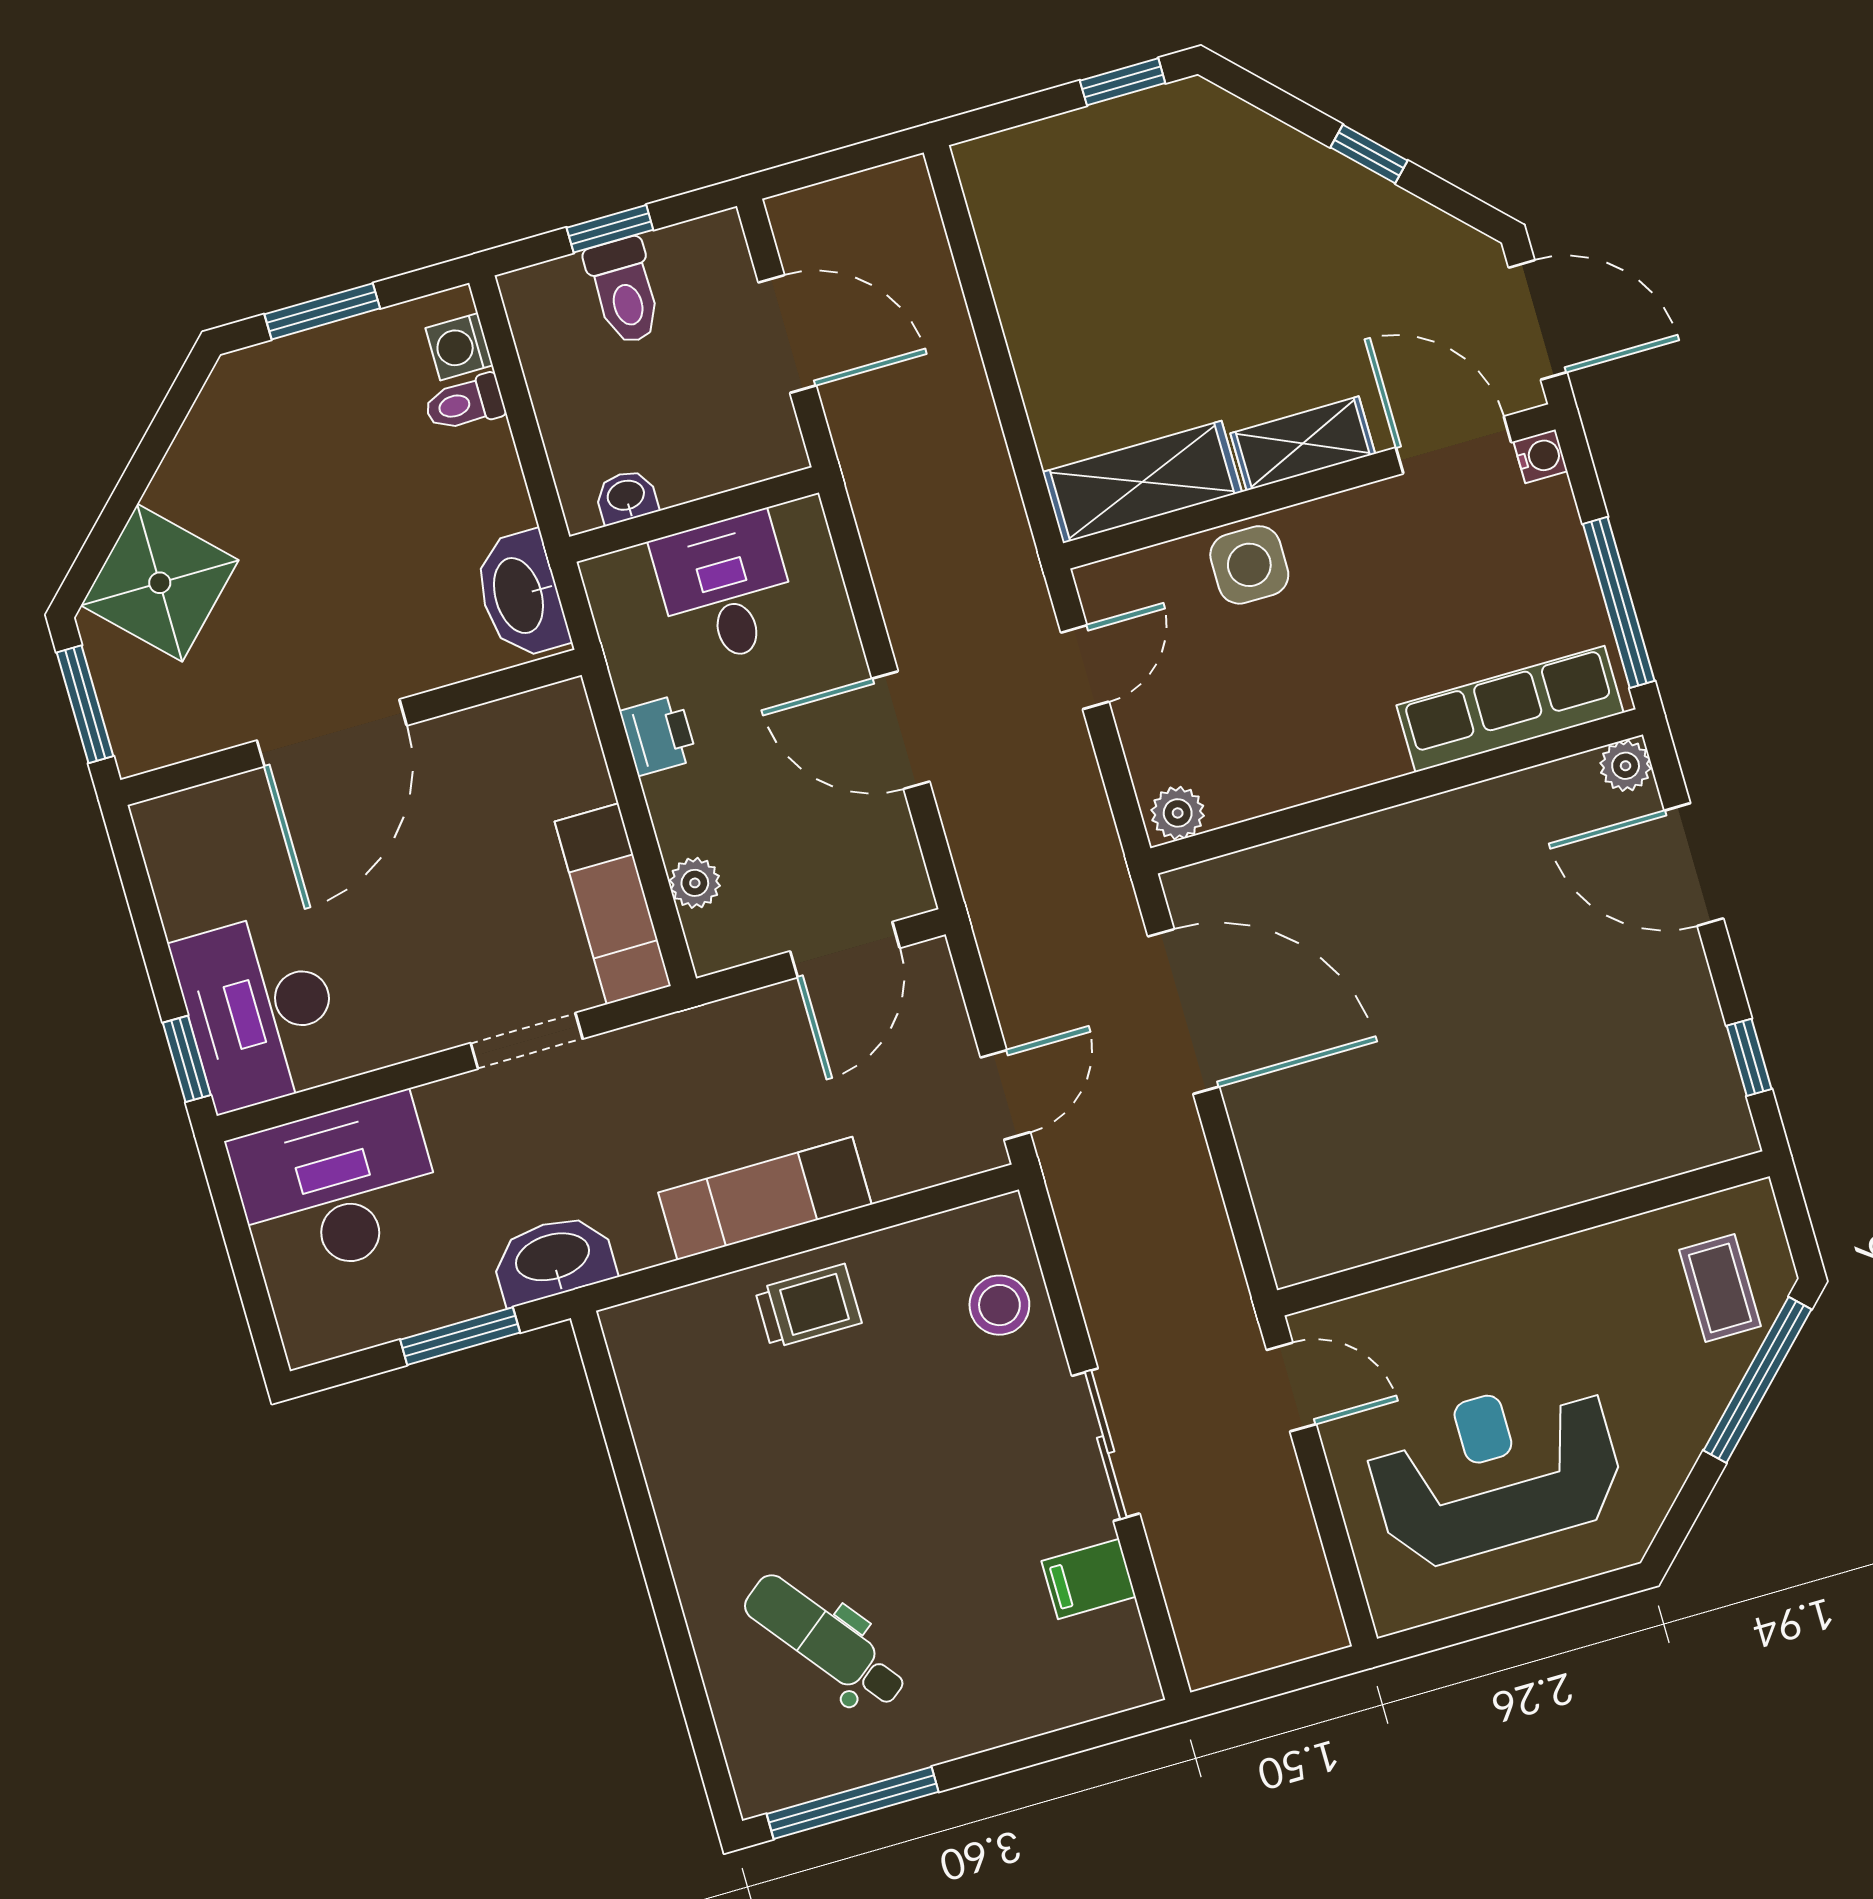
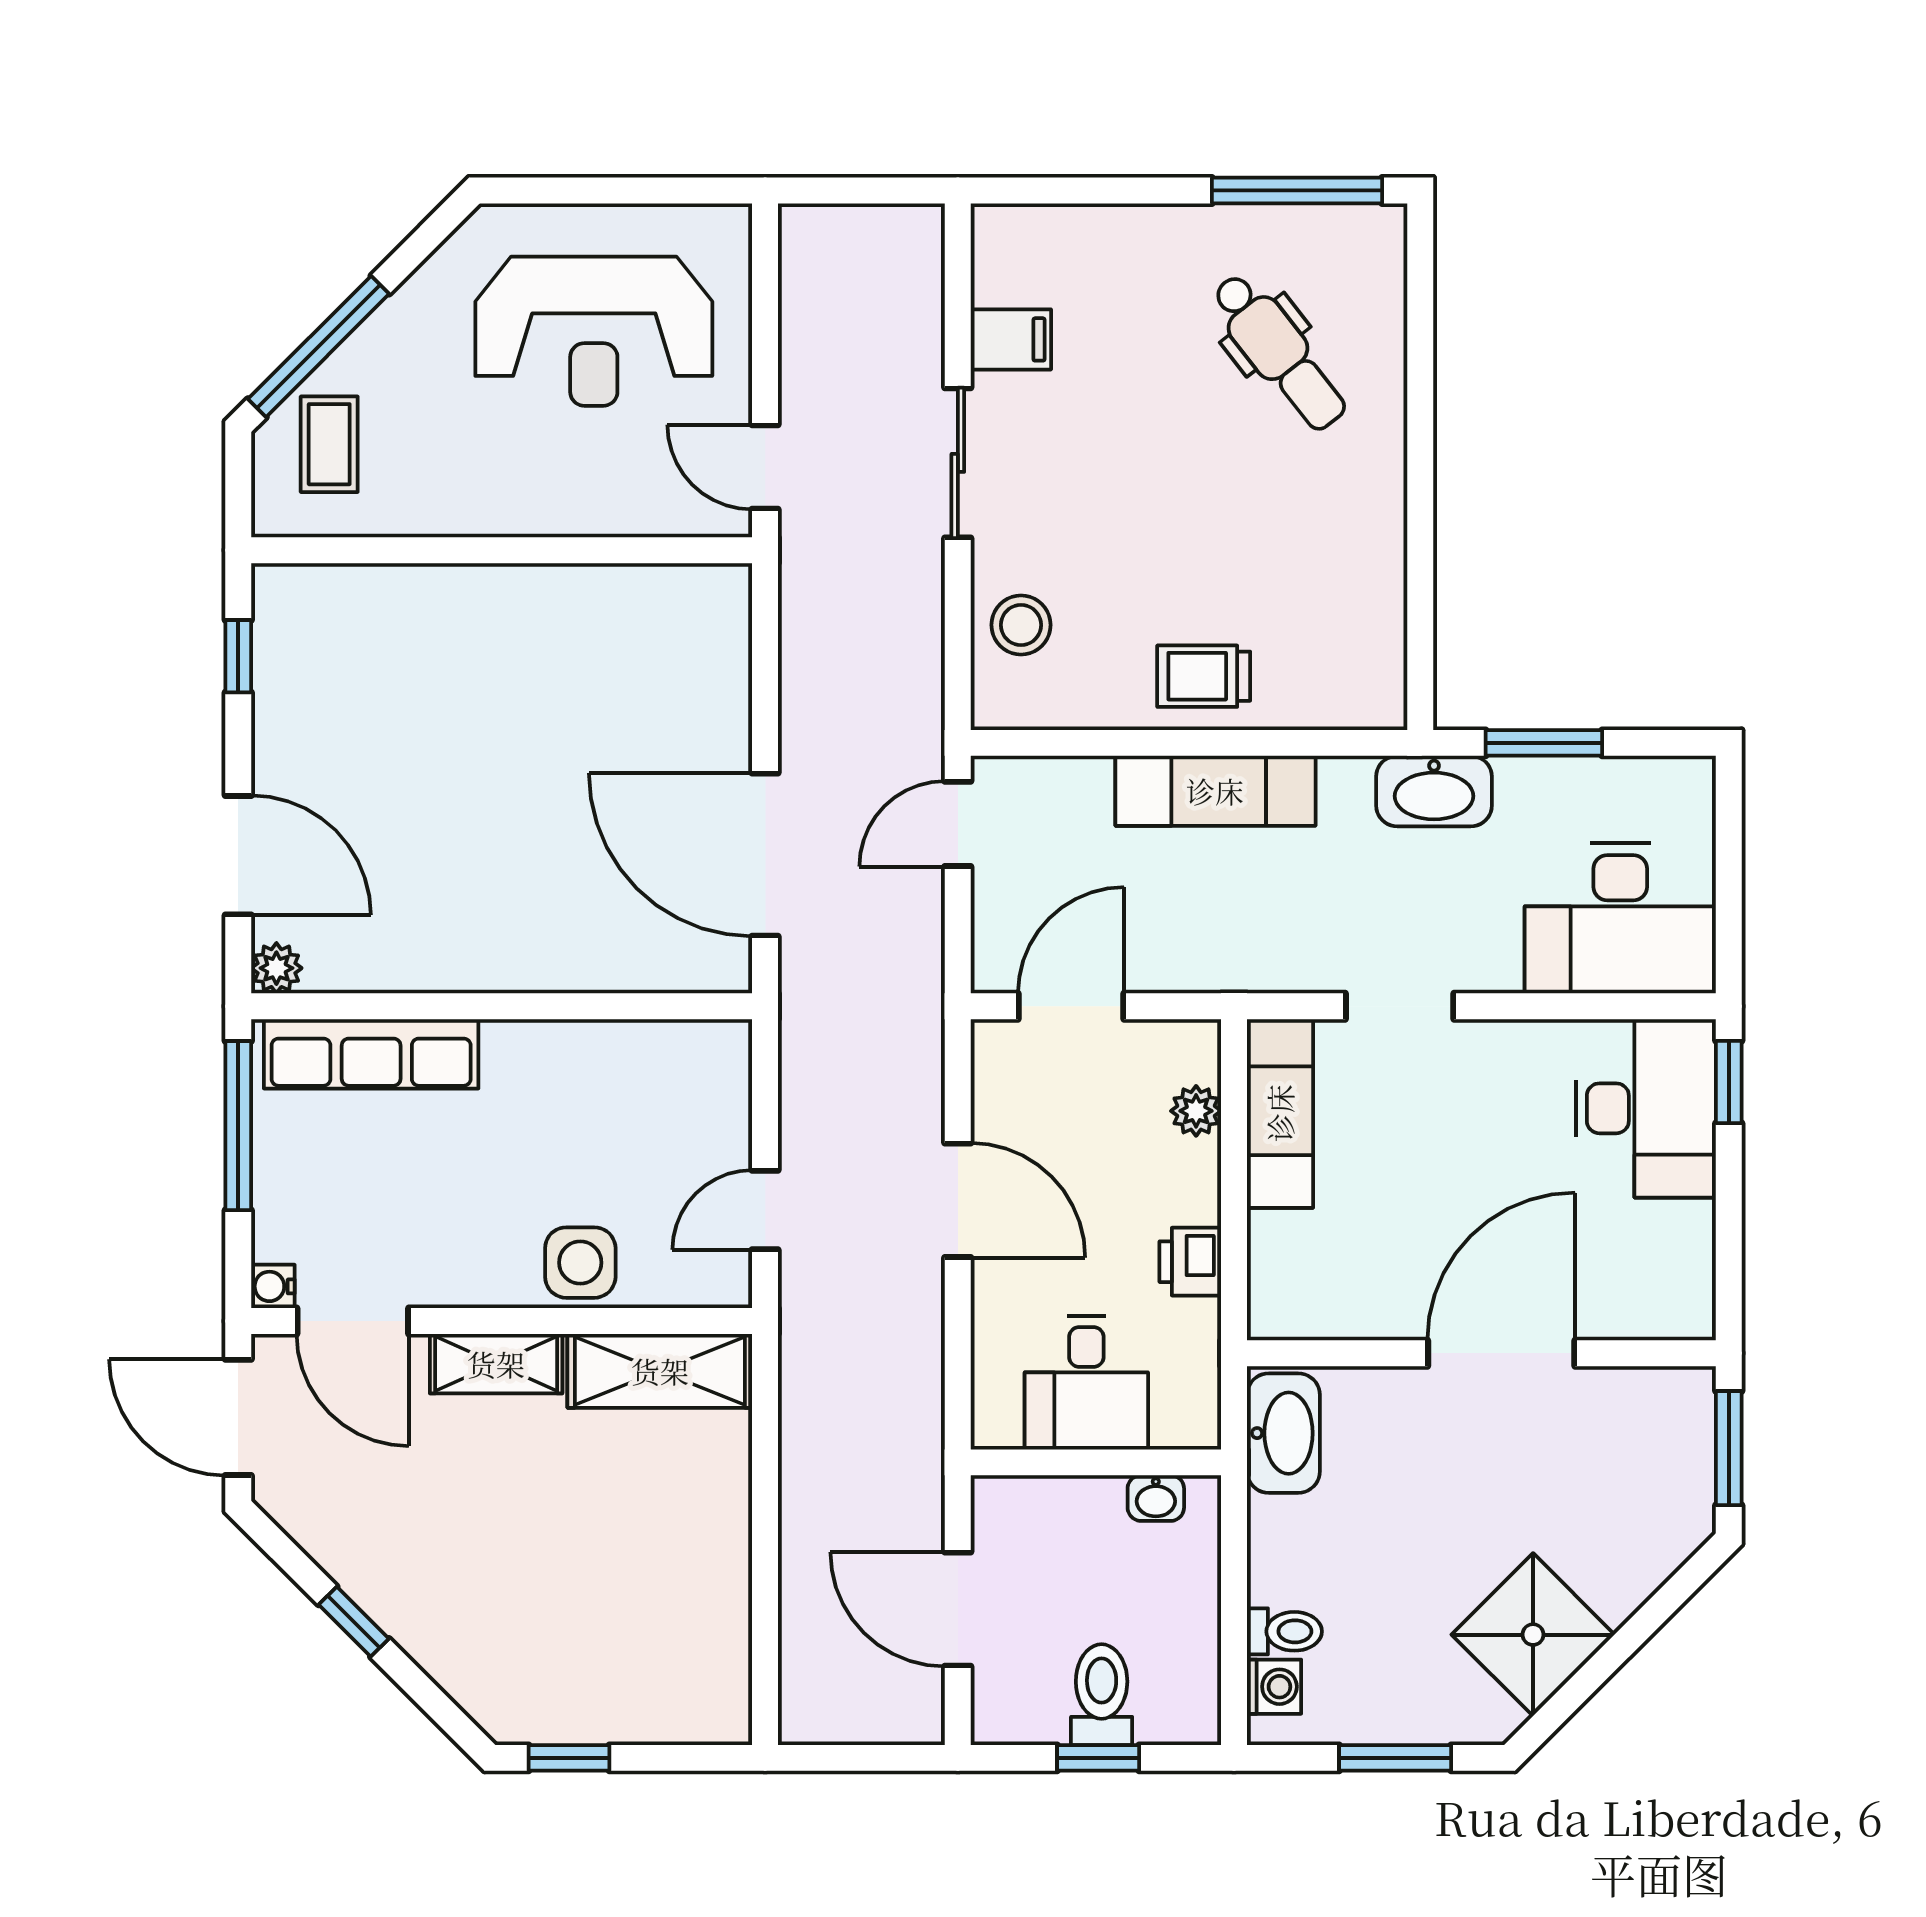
shower: (160, 583) -> (1533, 1635), moved
plant: (1178, 813) -> (716, 1046), removed

